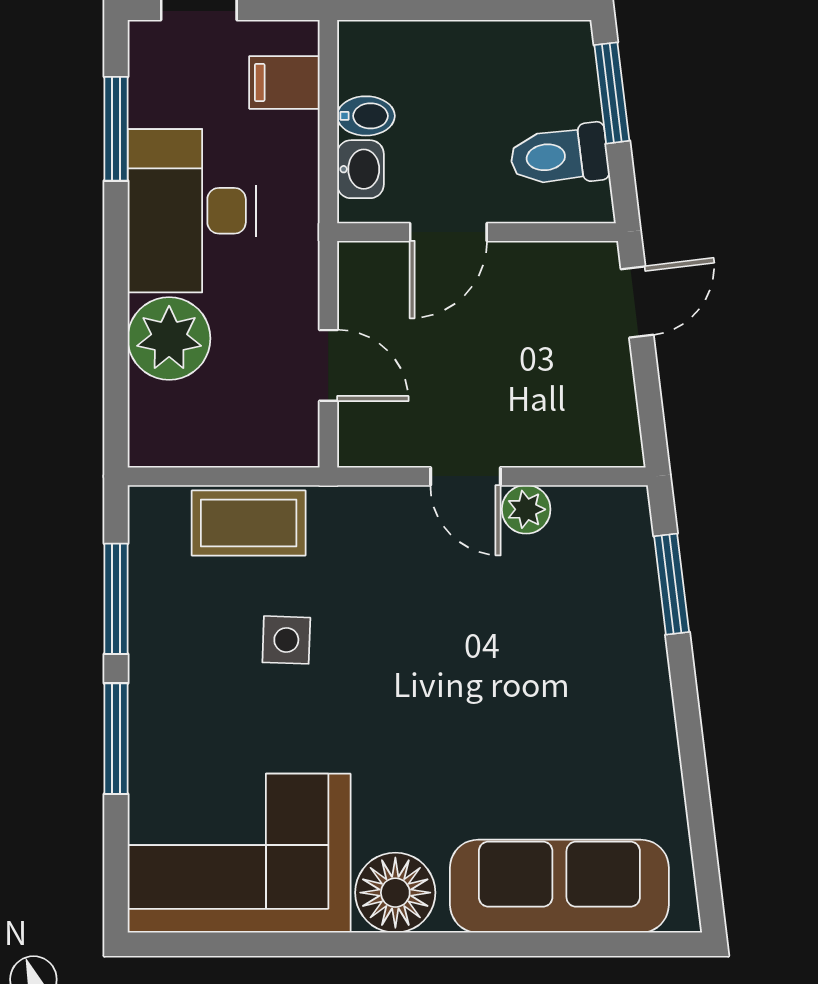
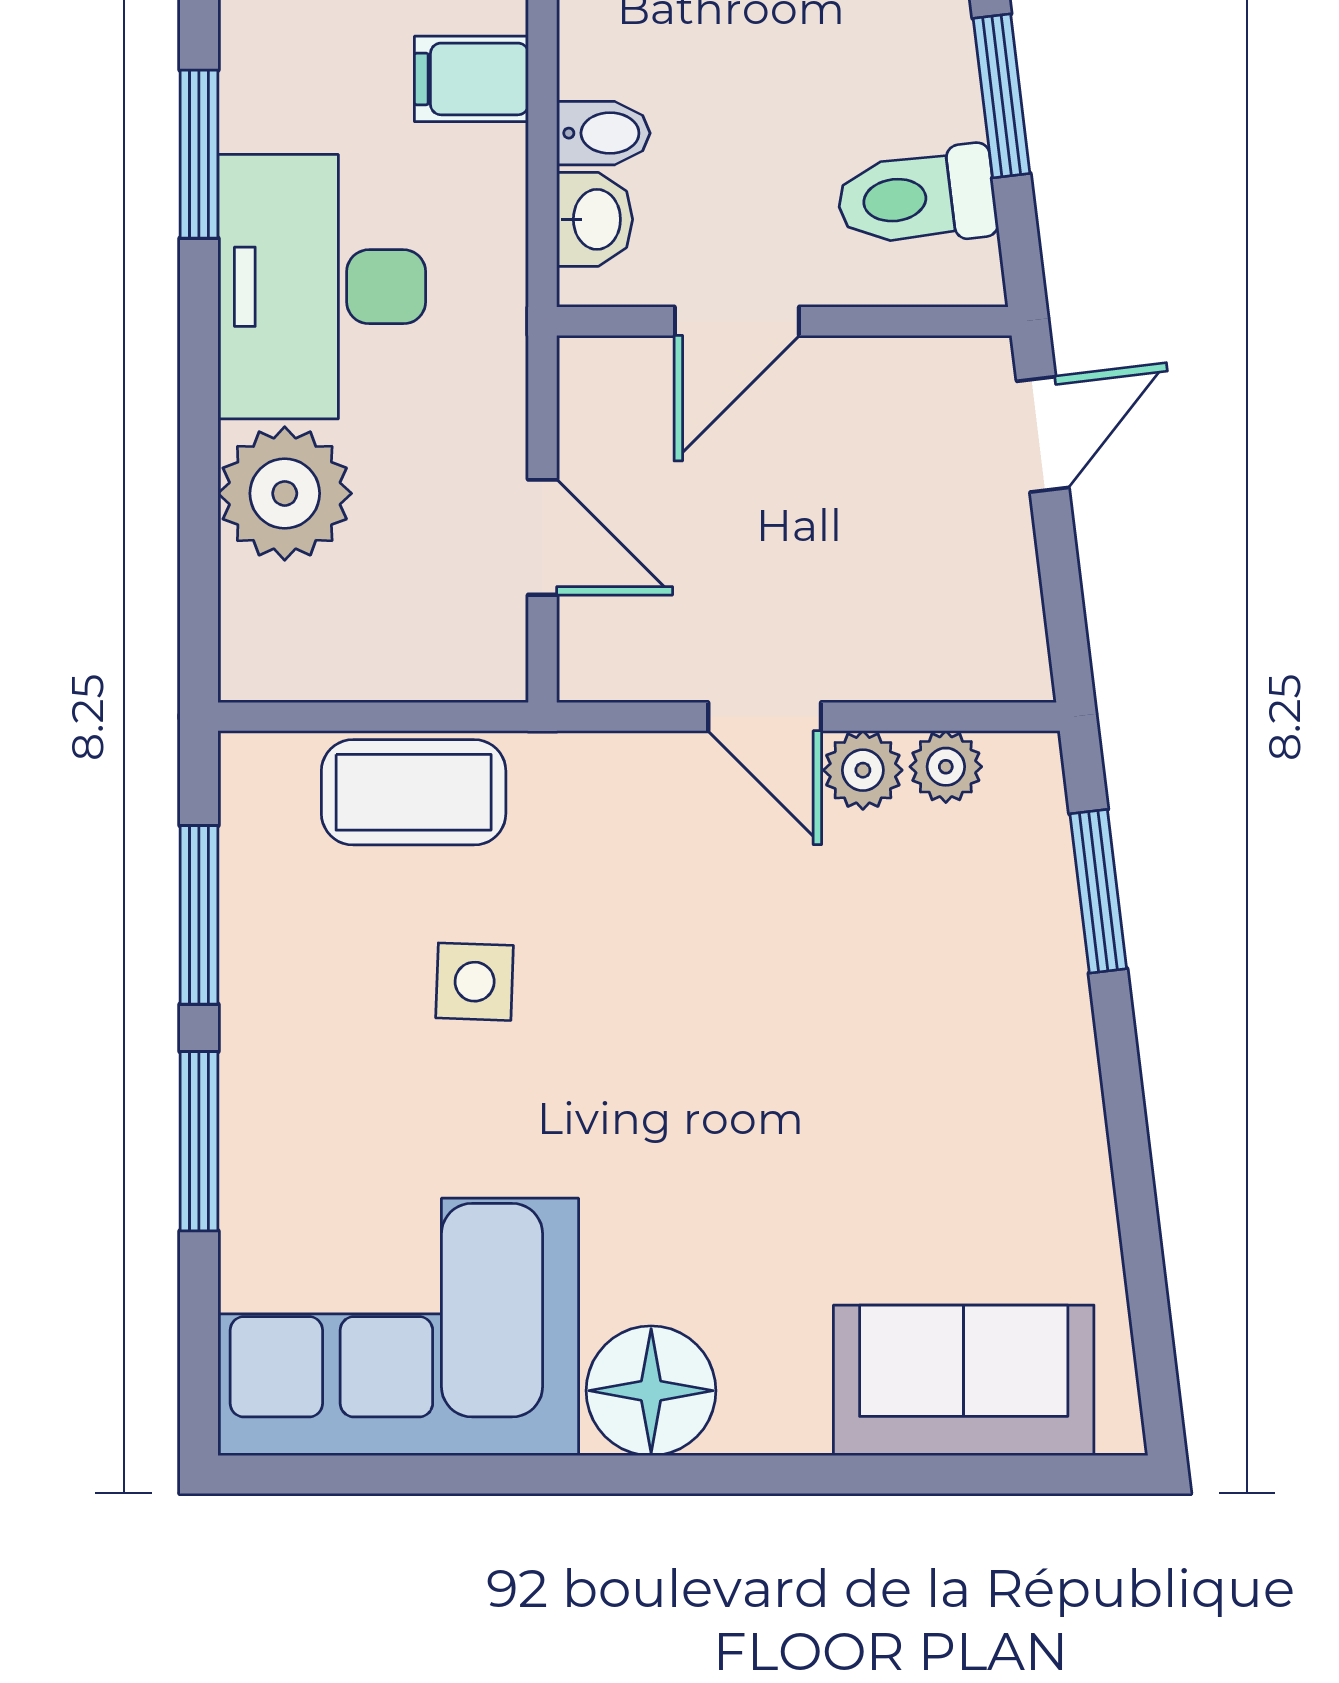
plant: (577, 507) -> (946, 767), added
sofa: (559, 886) -> (964, 1380), width x0.73

